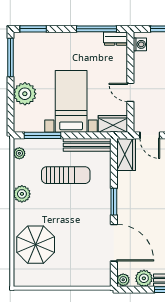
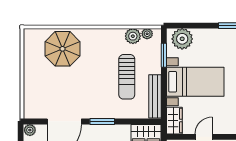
plant: (25, 94) -> (182, 39), moved
window: (42, 135) -> (164, 55), width x0.69
plant: (22, 194) -> (133, 36), moved

